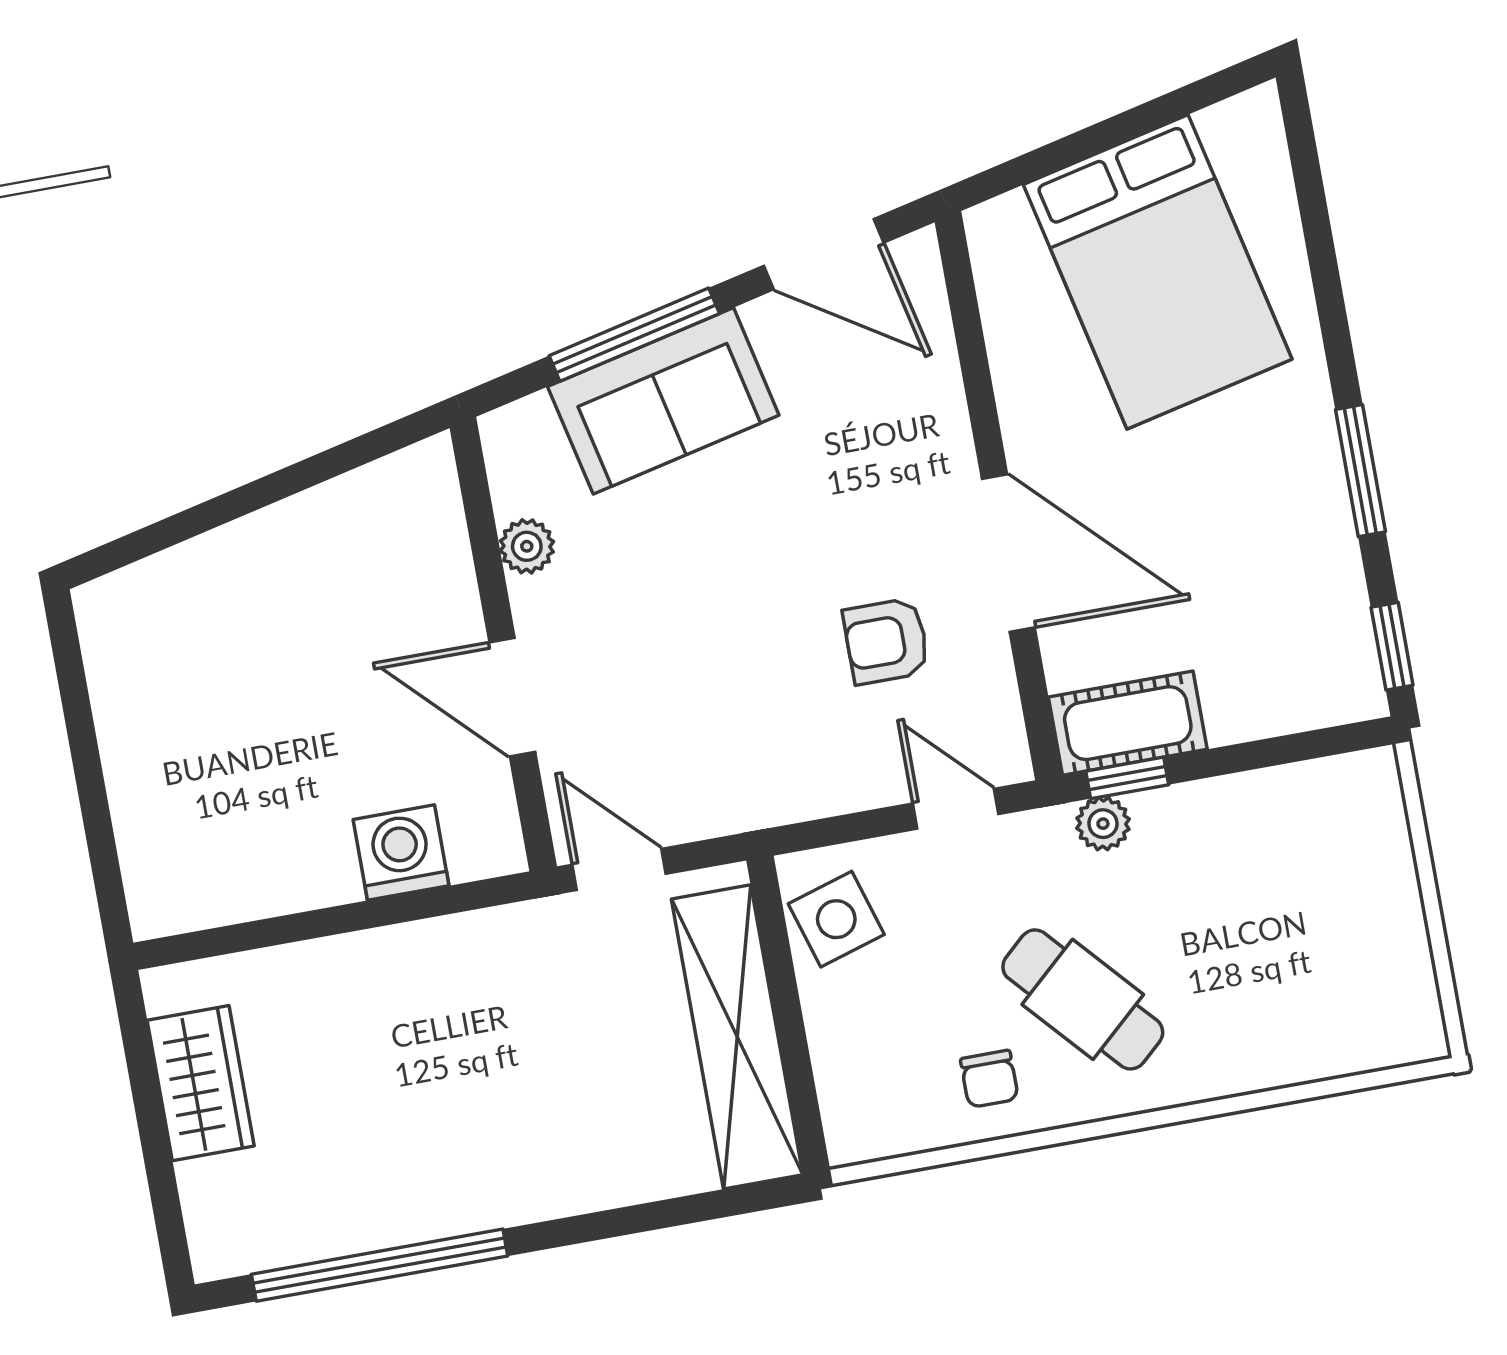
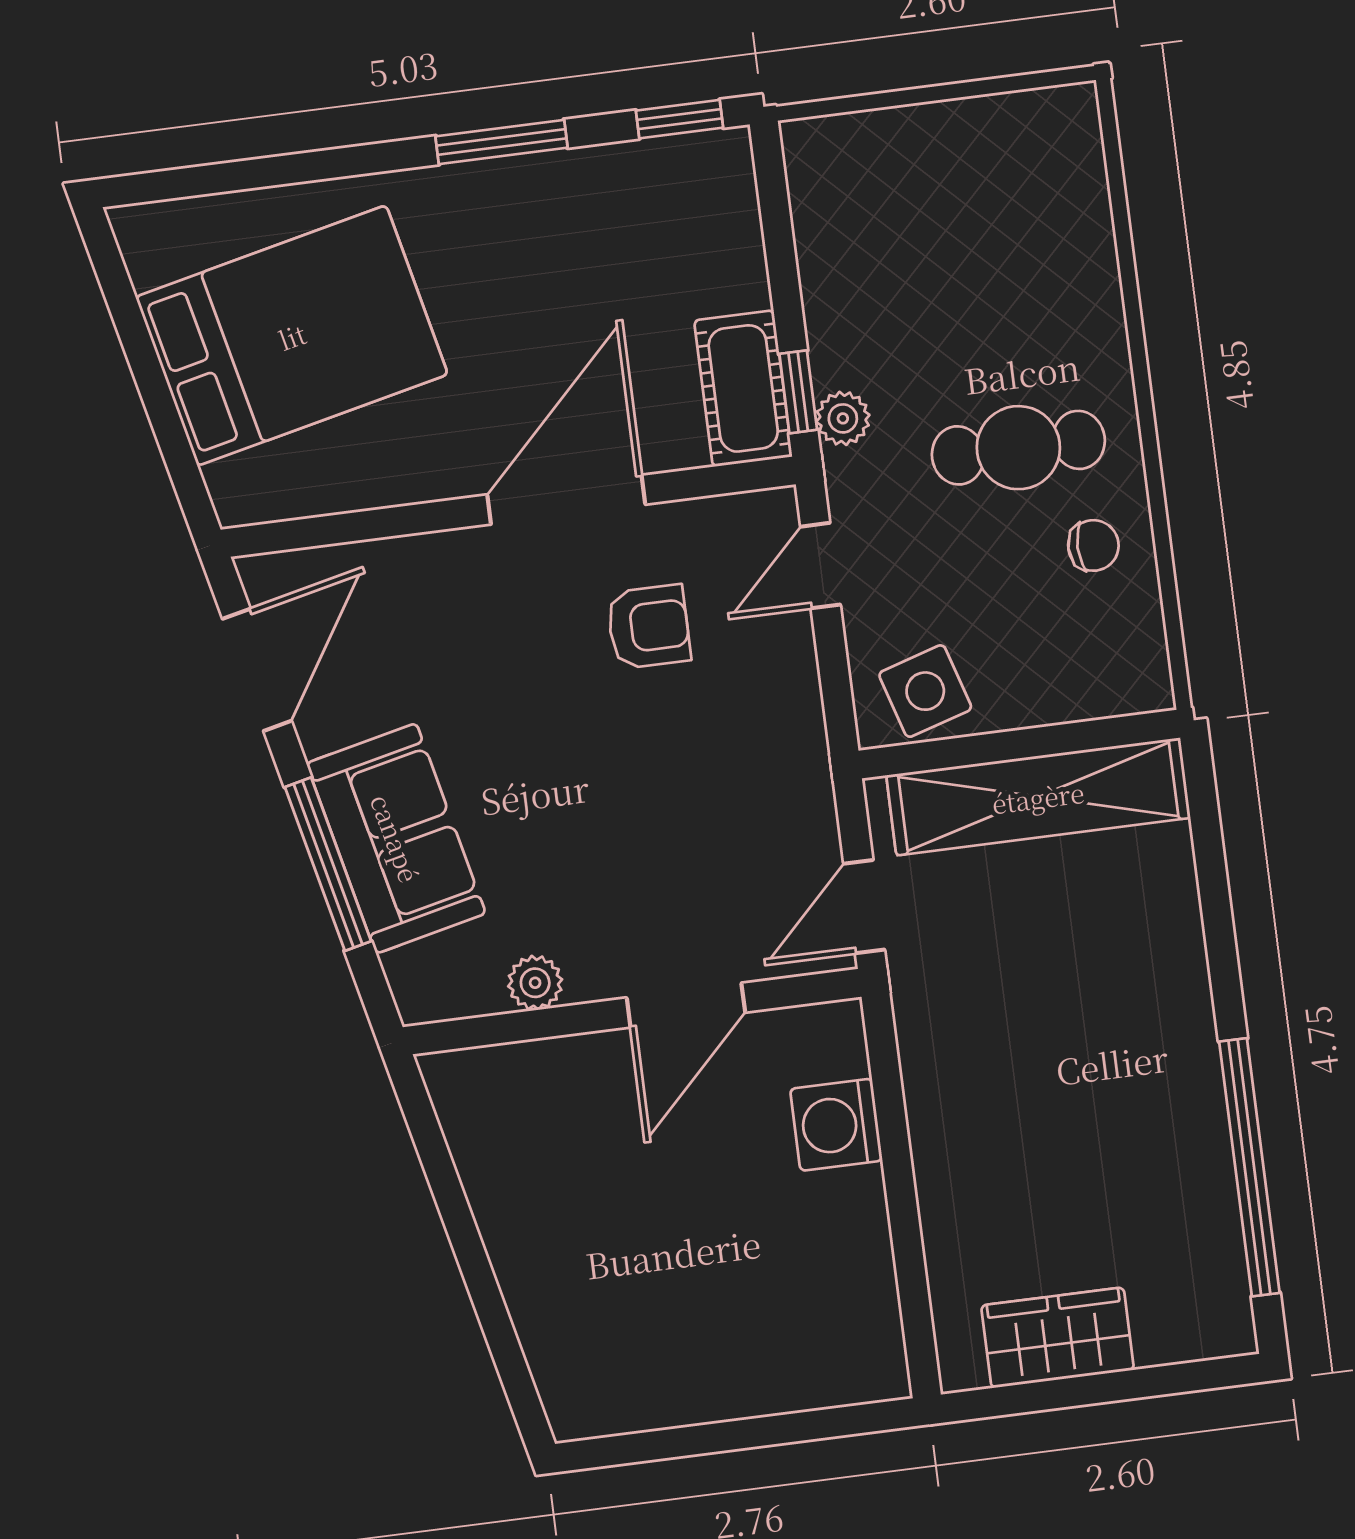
armchair: (886, 641) -> (649, 627), turned -90
cafe table: (1083, 999) -> (1018, 448), turned 42

